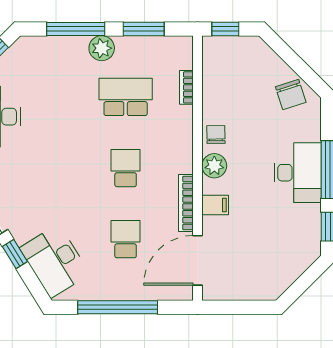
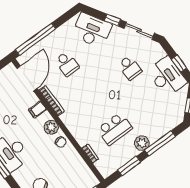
school desk: (126, 168) -> (130, 68), moved
window: (118, 307) -> (36, 39), moved

